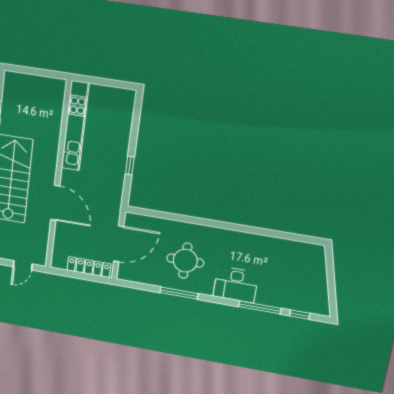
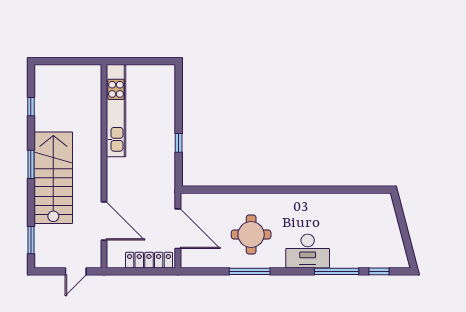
door: (55, 203) -> (104, 221), moved
door: (119, 244) -> (178, 229), hinge flipped

